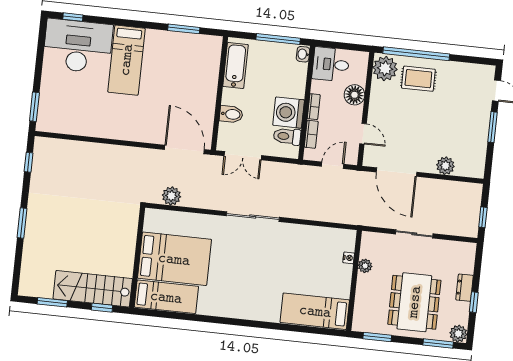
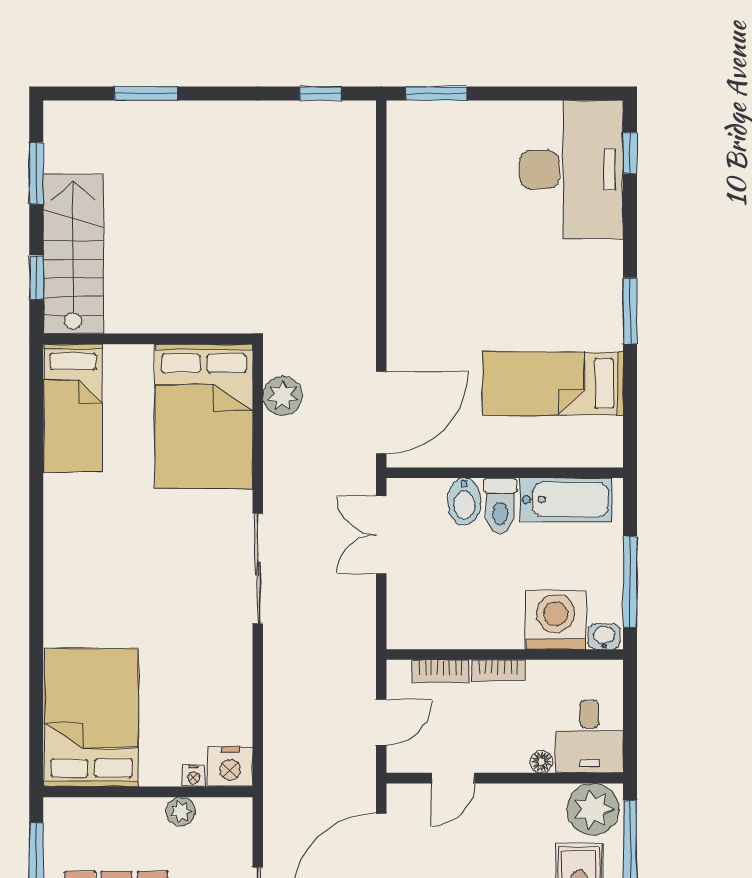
window: (184, 29) -> (630, 311), moved
bed: (126, 60) -> (553, 383), moved
desk: (331, 64) -> (589, 737), moved, turned 180
floor lamp: (354, 95) -> (542, 762), width x0.53, depth x0.53
washing machine: (289, 113) -> (556, 620), moved
toilet: (287, 136) -> (500, 506), moved, turned 180
door: (333, 165) -> (381, 722), hinge flipped
window: (22, 223) -> (146, 93), moved
nightstand: (346, 240) -> (230, 767), added
bed: (174, 259) -> (204, 416), moved
bed: (315, 311) -> (91, 717), width x1.50

